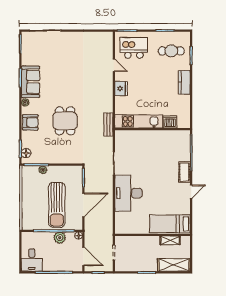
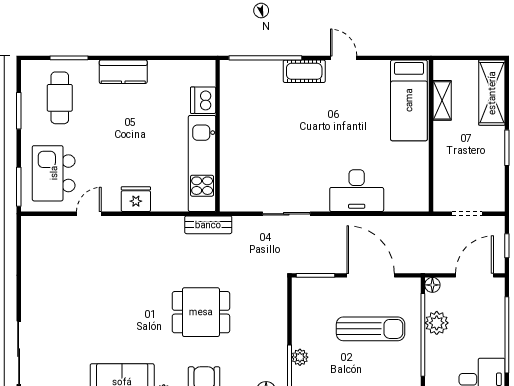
desk: (128, 193) -> (357, 191), width x0.73, depth x0.77
sun lounger: (57, 205) -> (371, 329), width x0.73, depth x0.75

